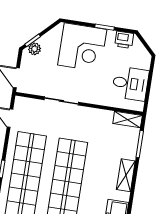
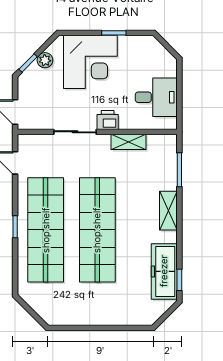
printer: (124, 40) -> (108, 120), moved, turned 180
plant: (35, 49) -> (45, 60), moved
shelving: (128, 119) -> (128, 142), moved

